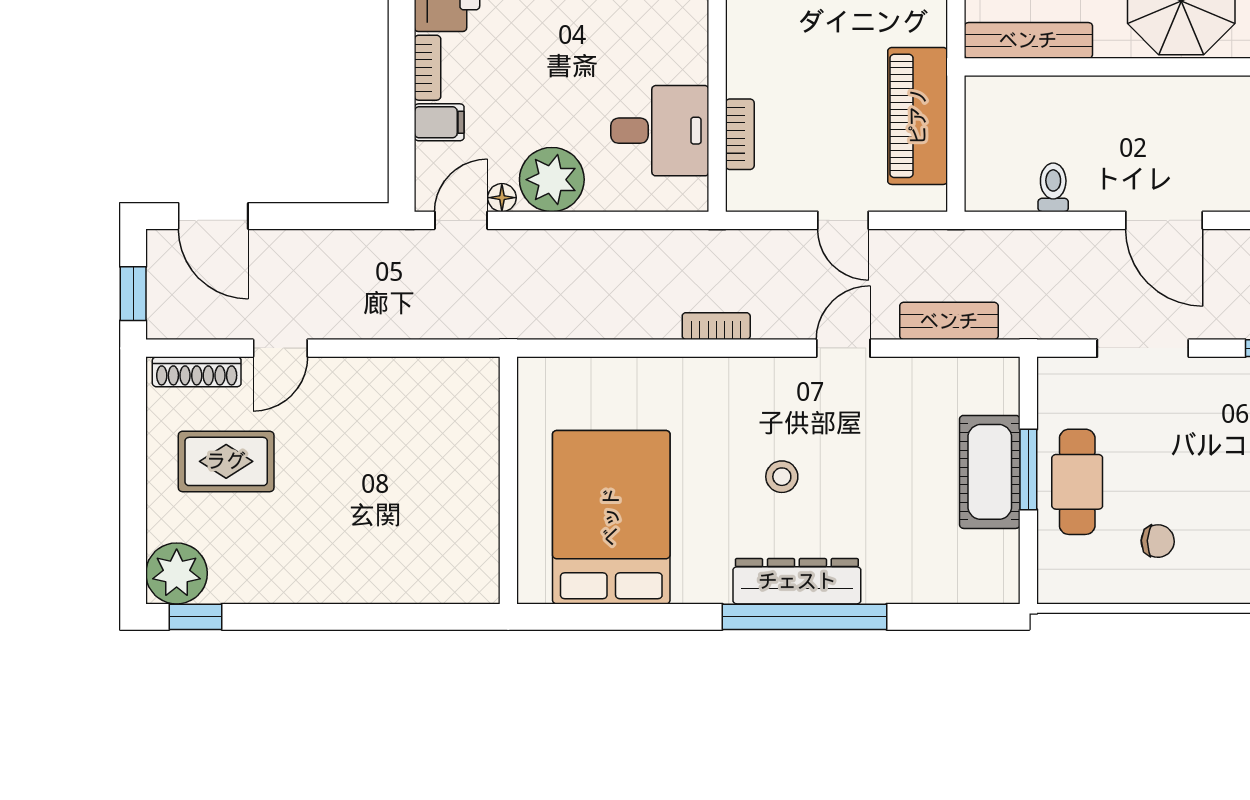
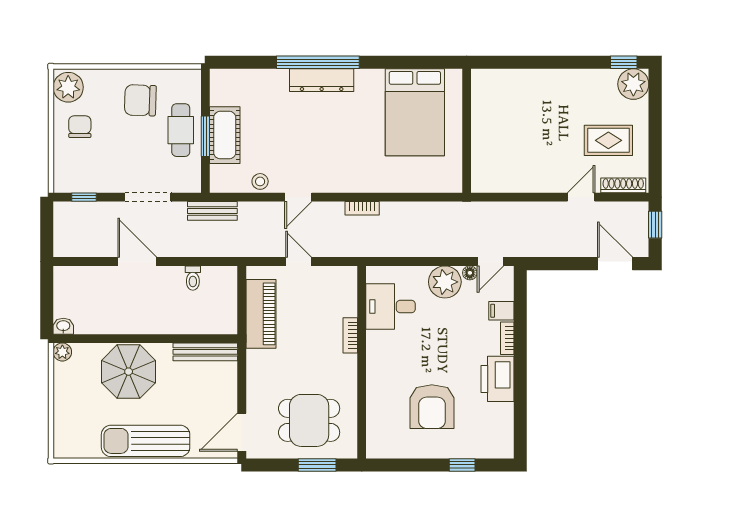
bookcase: (740, 134) -> (350, 335), moved
bench: (949, 321) -> (212, 211), moved
stool: (782, 477) -> (260, 181), moved
chair: (1158, 541) -> (140, 100), width x1.87, depth x1.87

